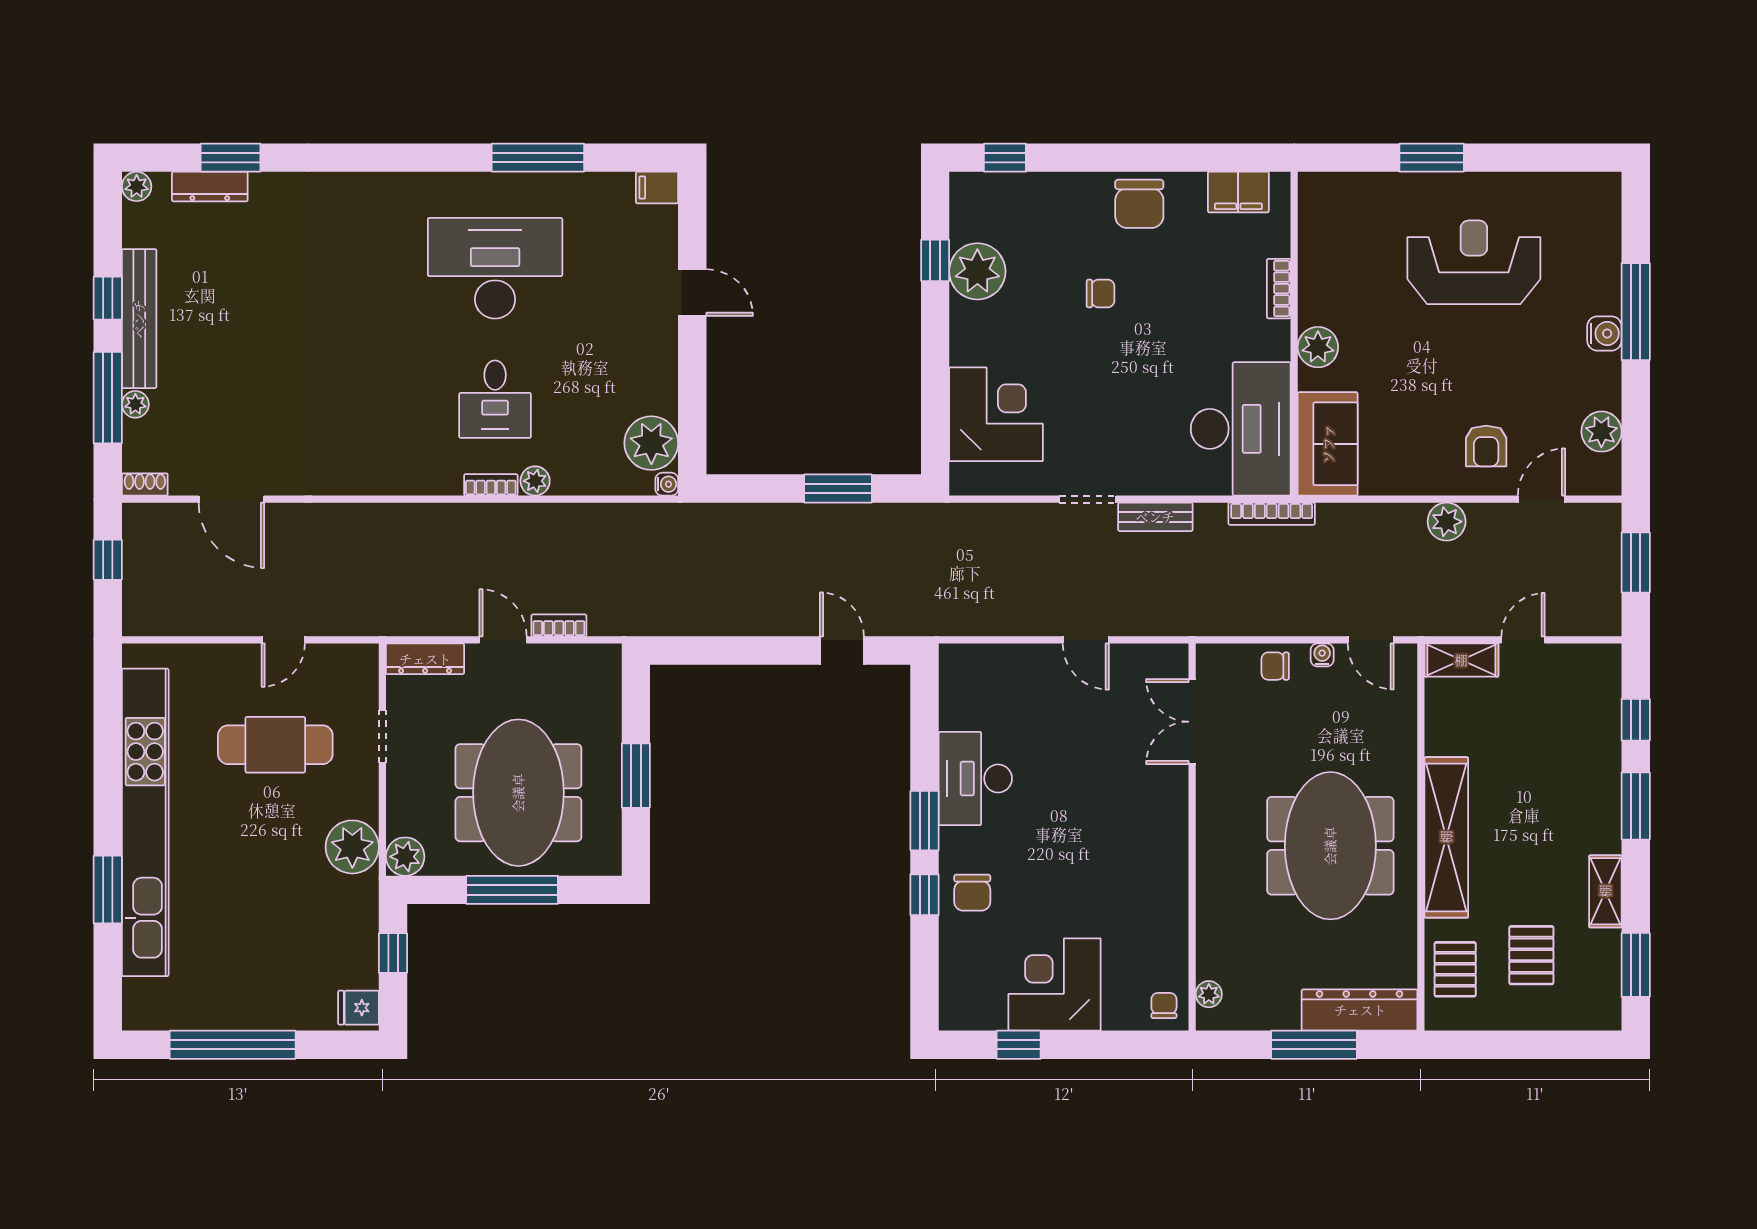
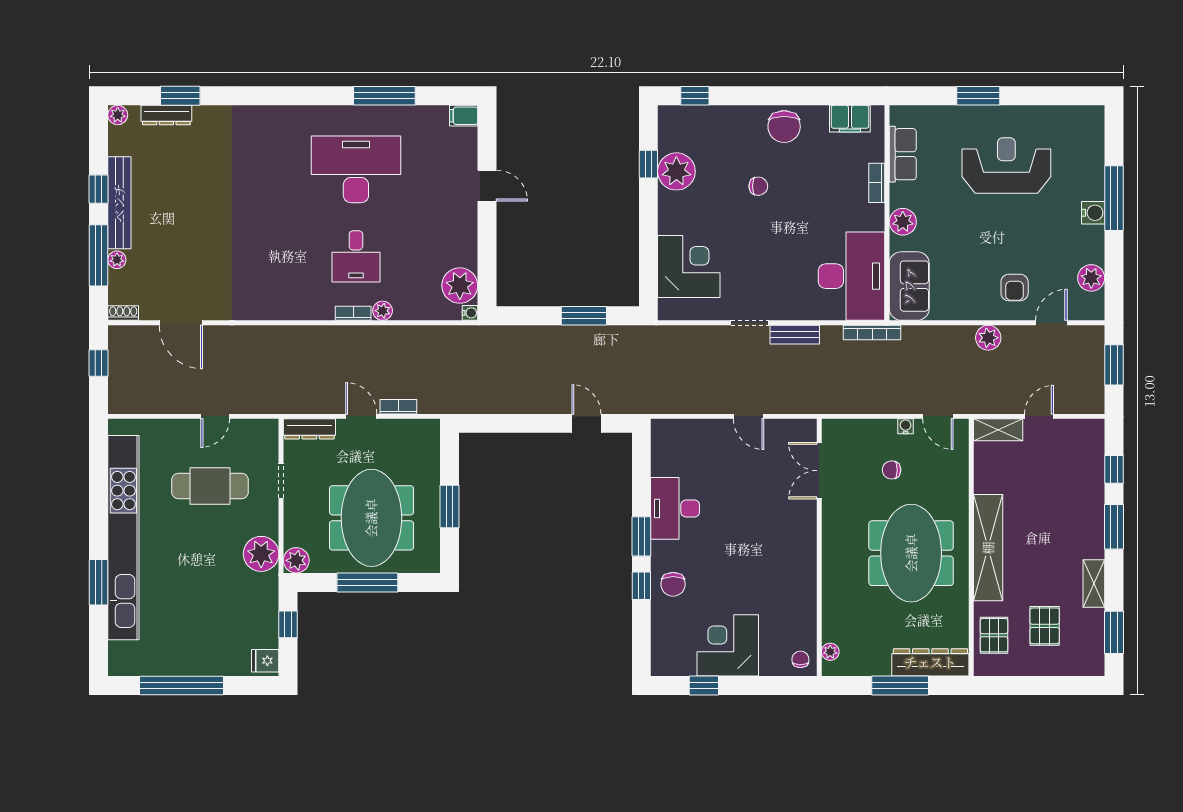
row of seats: (1318, 245) -> (903, 154), added
chair: (1275, 666) -> (892, 470), moved

